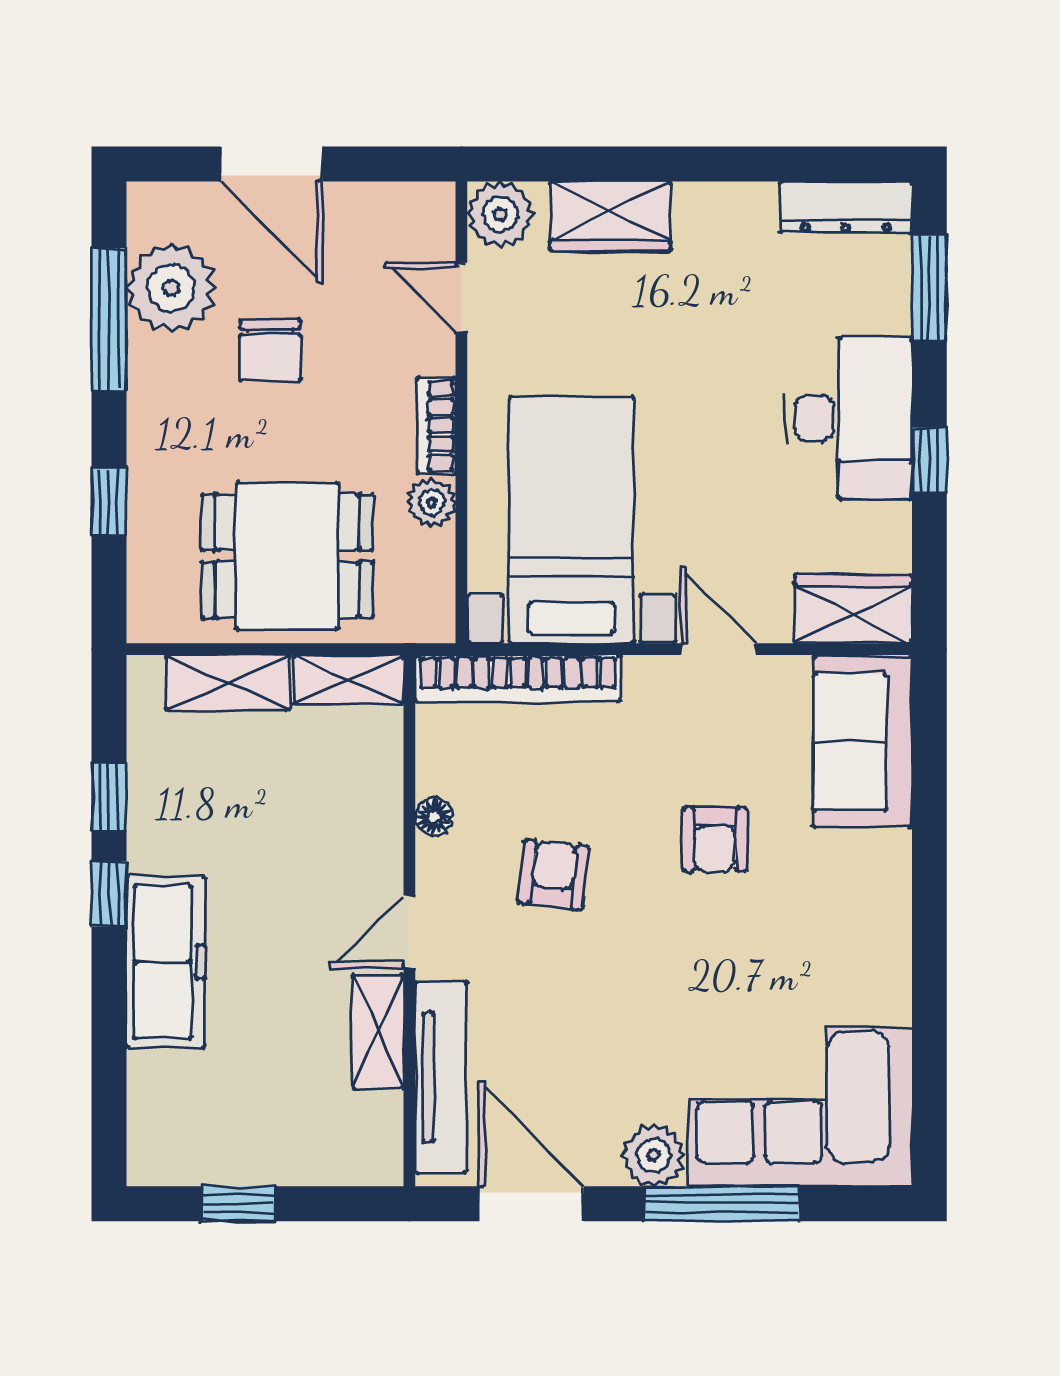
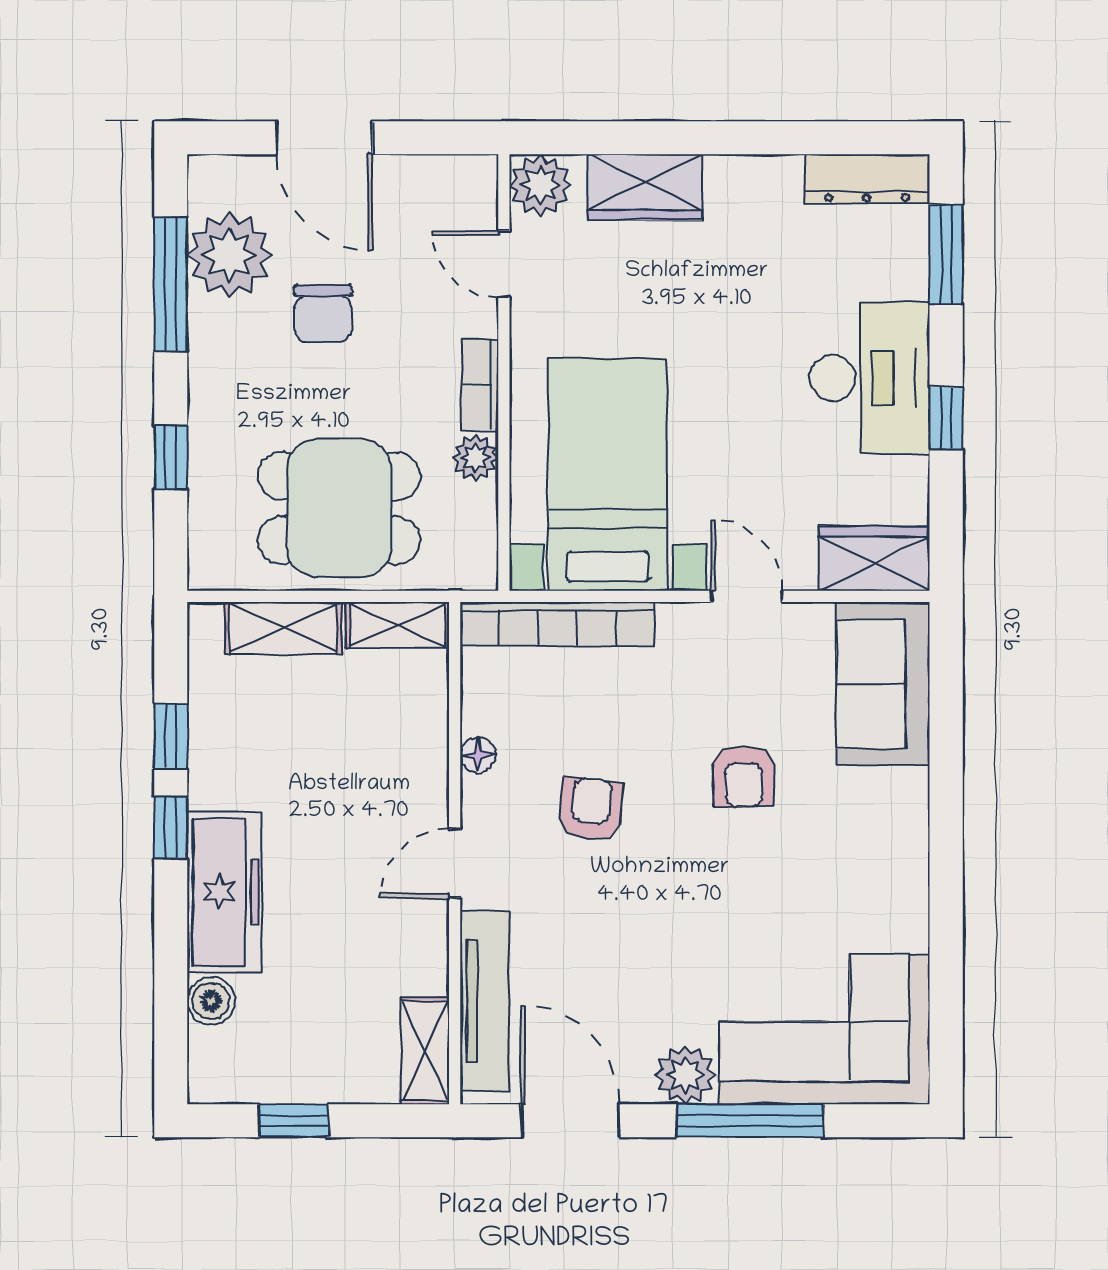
shelving: (378, 1032) -> (425, 1051), moved
boiler: (152, 1077) -> (211, 1001), added

